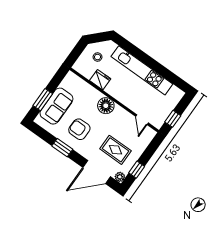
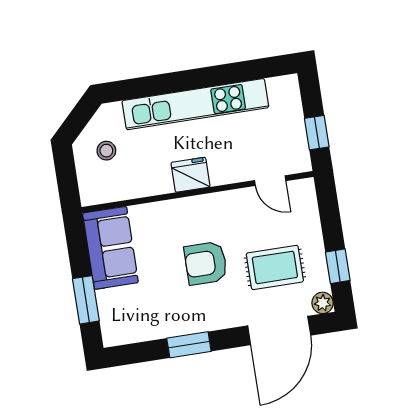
fridge: (100, 80) -> (190, 175), moved
sofa: (56, 106) -> (110, 248), moved
floor lamp: (106, 106) -> (193, 214), removed
armchair: (79, 129) -> (206, 263), moved

